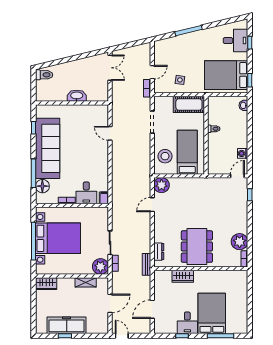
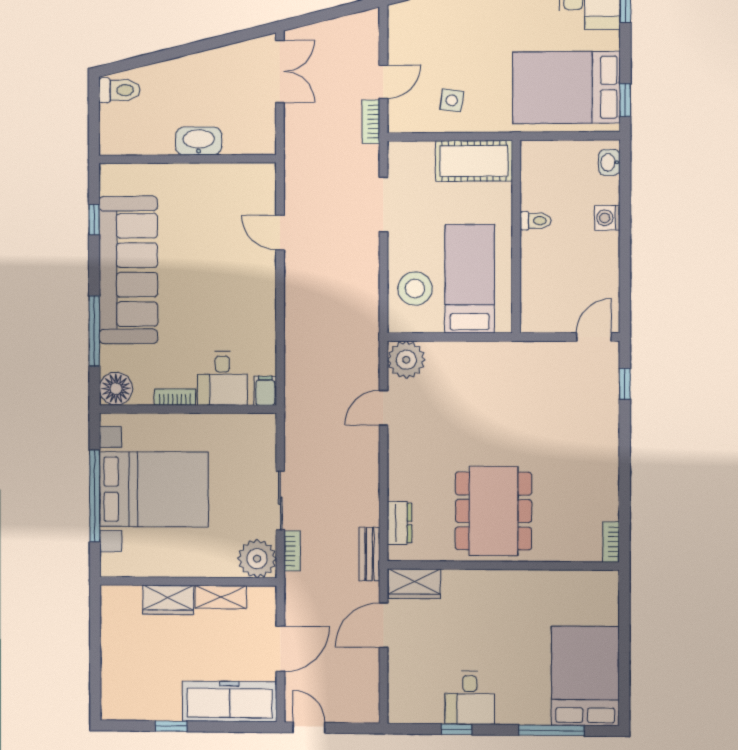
washing machine: (243, 153) -> (607, 218), moved
floor lamp: (42, 186) -> (116, 389), moved
plant: (240, 242) -> (599, 499), removed
wardrobe: (183, 276) -> (414, 584), moved
wardrobe: (46, 284) -> (168, 600), moved
door: (152, 309) -> (384, 625), moved
bed: (212, 313) -> (585, 676), moved
freezer: (67, 325) -> (230, 701), moved

